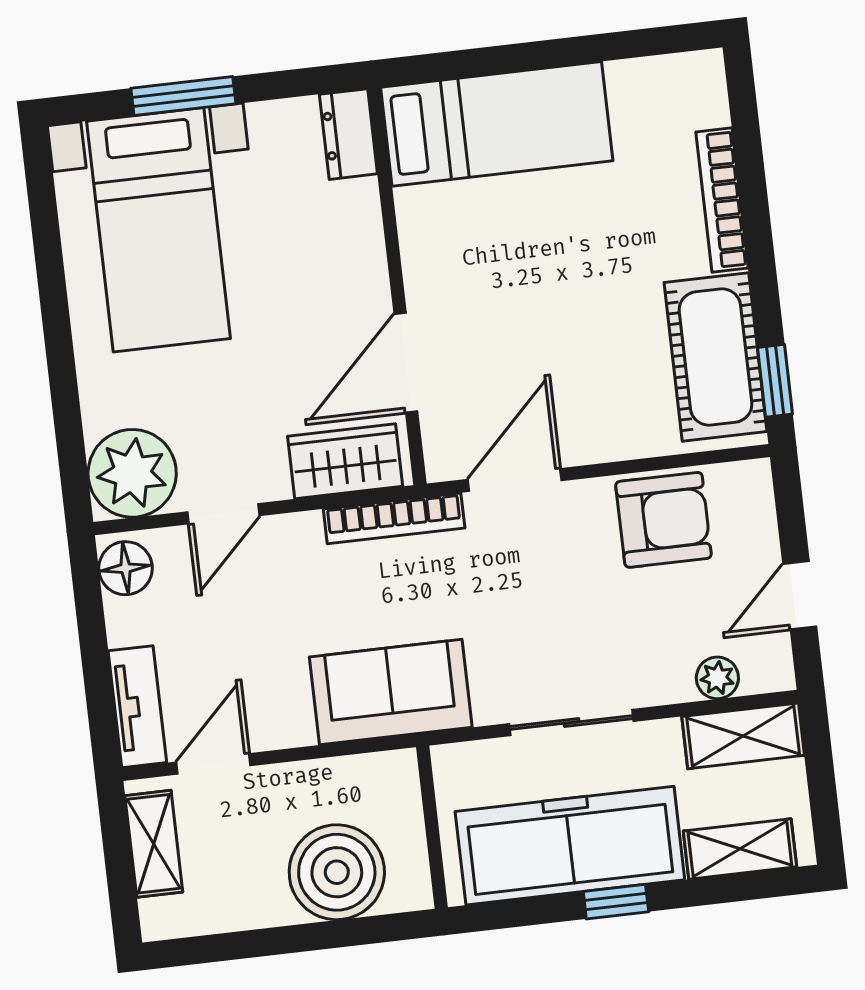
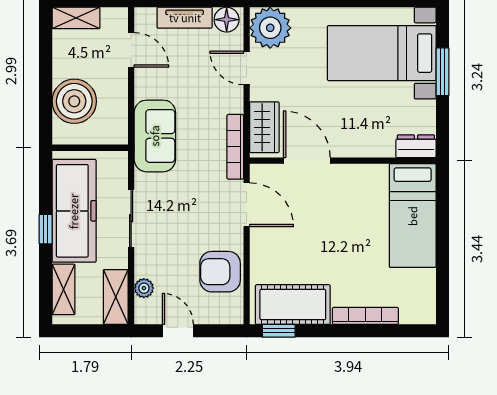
armchair: (663, 520) -> (220, 272), turned 90
tv unit: (137, 707) -> (185, 18), moved
shelving: (154, 844) -> (76, 18), moved

